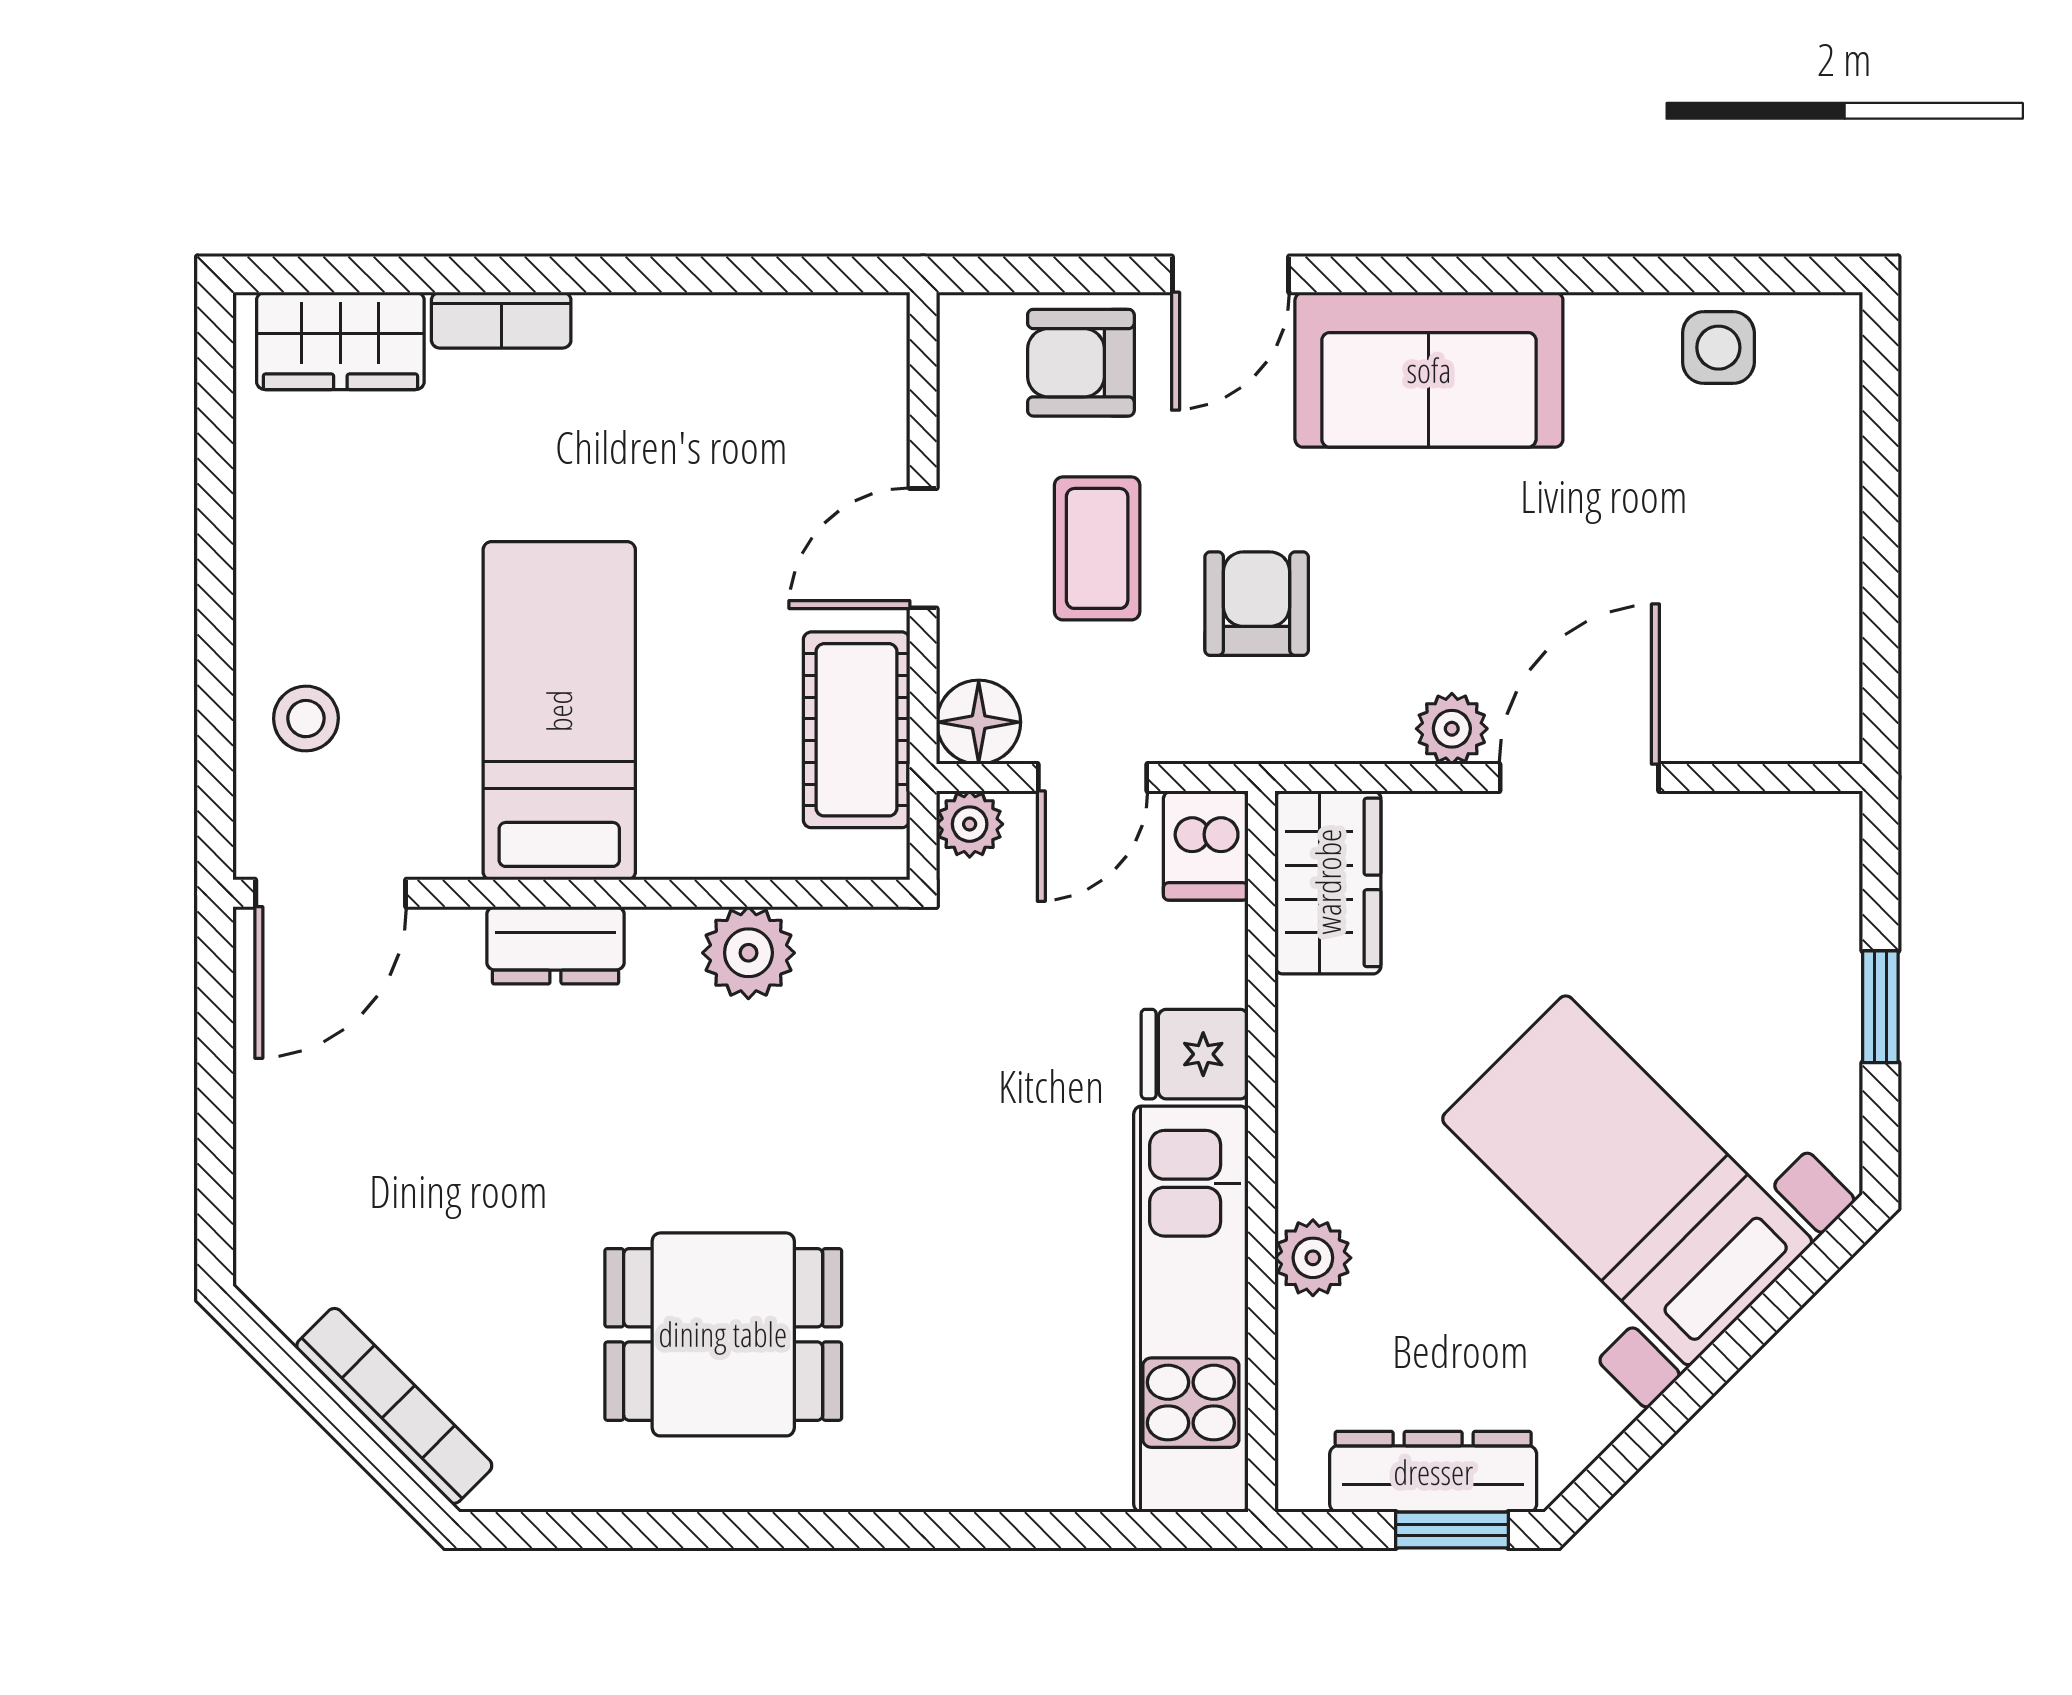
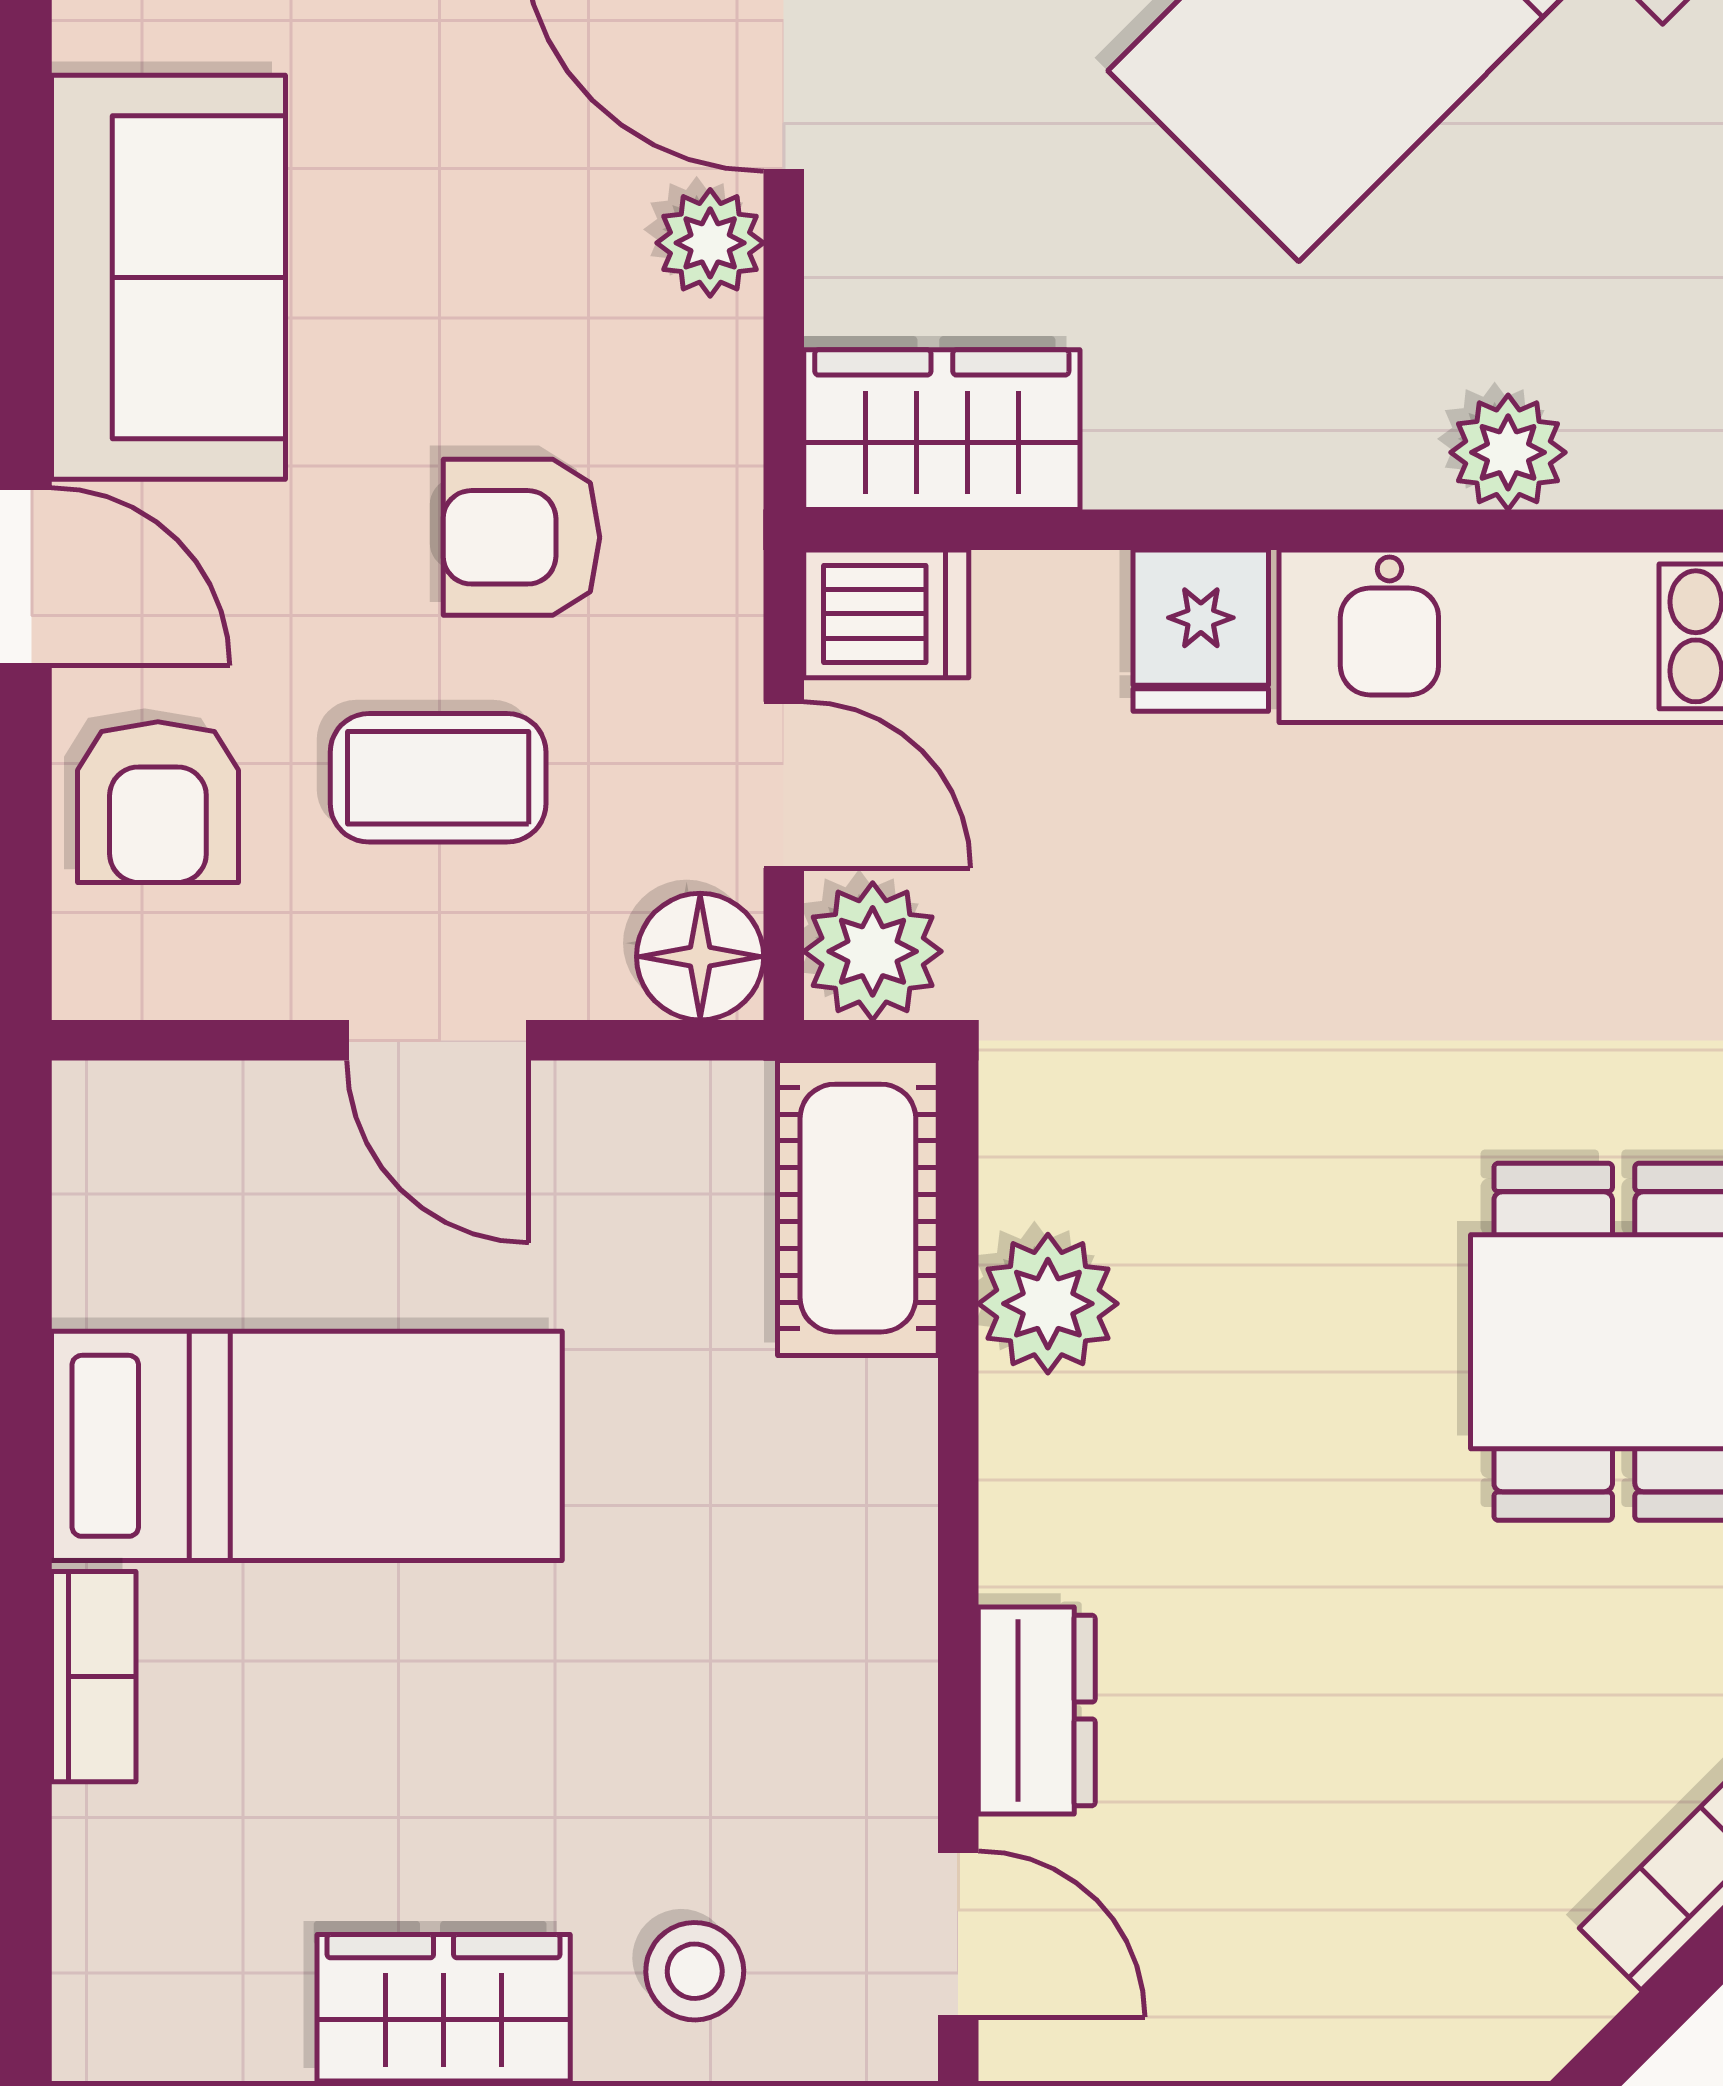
wardrobe: (340, 341) -> (444, 2008), moved, turned -90
bed: (559, 711) -> (307, 1446), moved, turned 180
cot: (857, 730) -> (858, 1208), moved, turned 90
plant: (970, 824) -> (873, 951), width x1.38, depth x1.38
door: (331, 893) -> (958, 1934), width x0.73
dresser: (555, 945) -> (1037, 1710), moved

